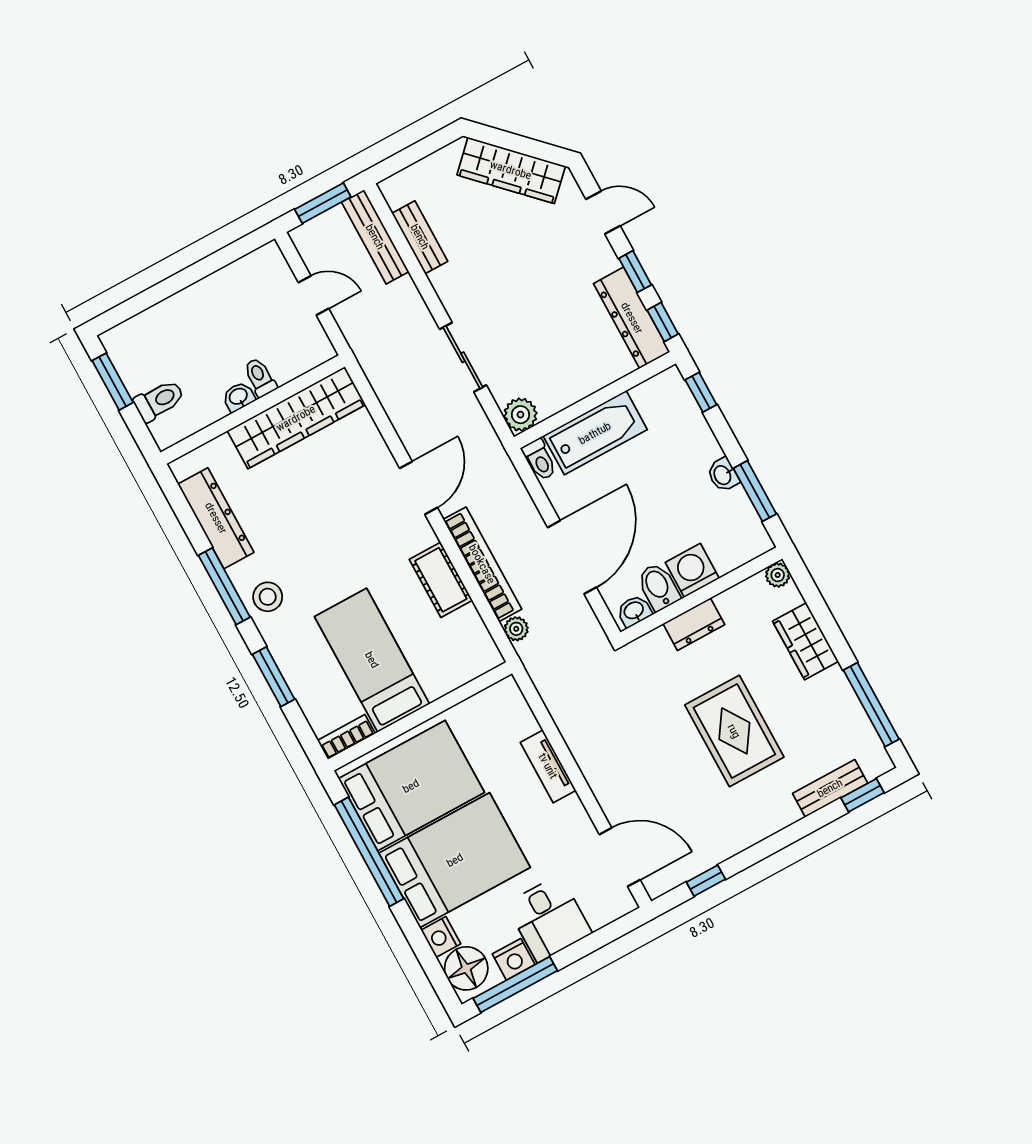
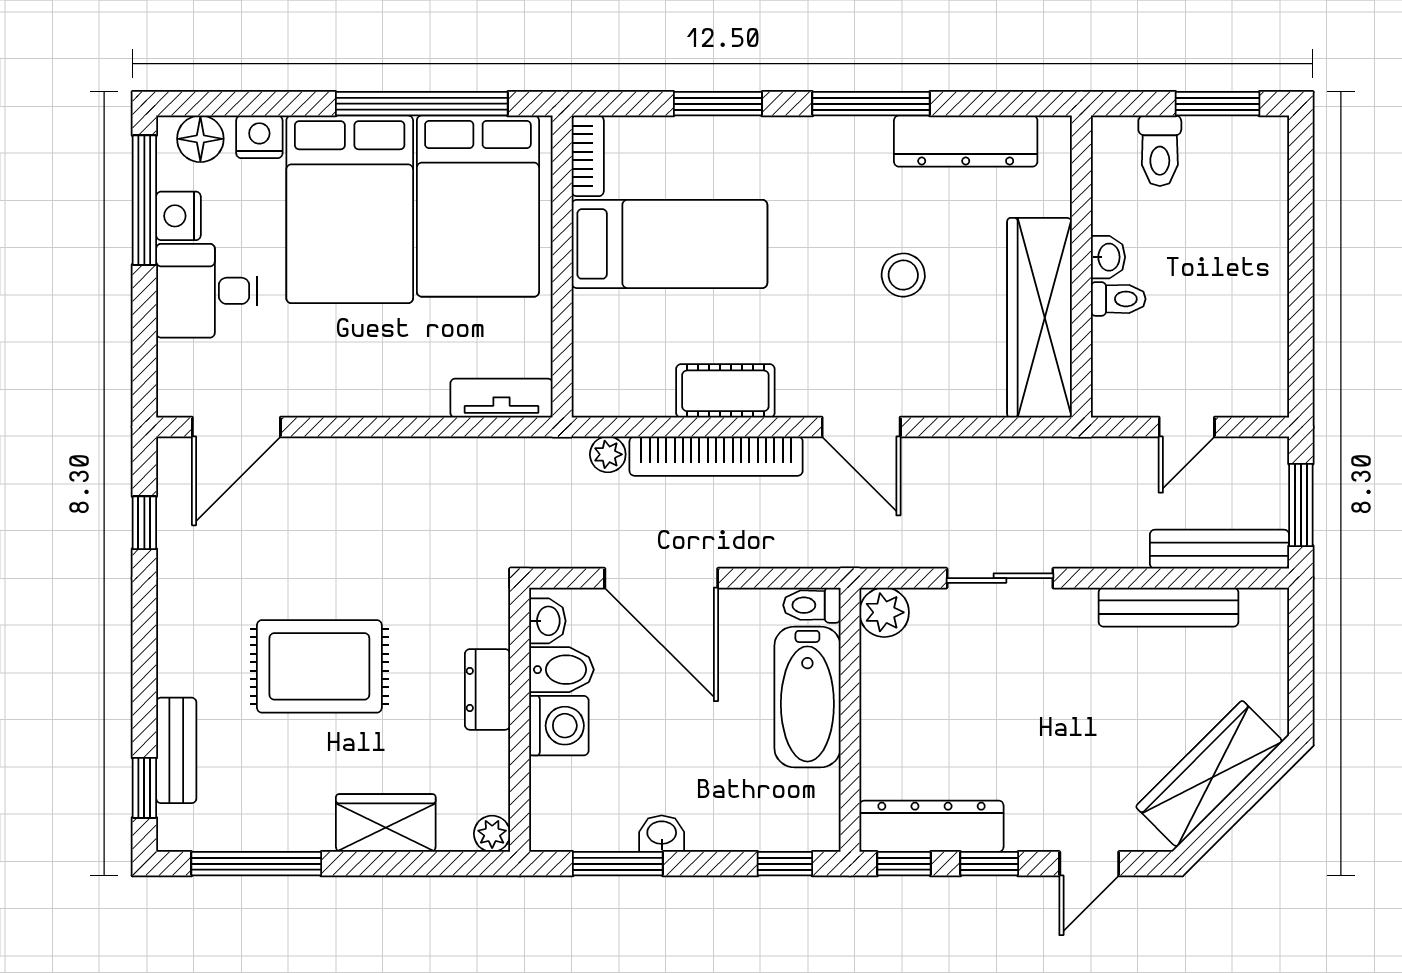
bench: (420, 237) -> (1168, 607), width x1.36
stool: (268, 597) -> (903, 275), moved
tv unit: (548, 766) -> (501, 398), moved
floor lamp: (466, 968) -> (200, 139), width x0.73, depth x0.73

